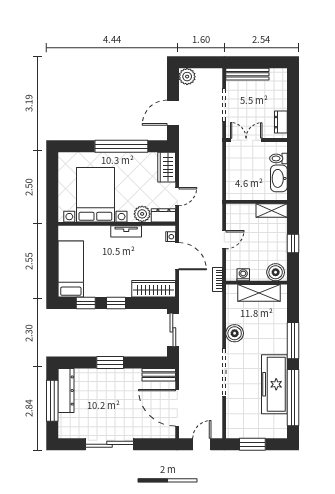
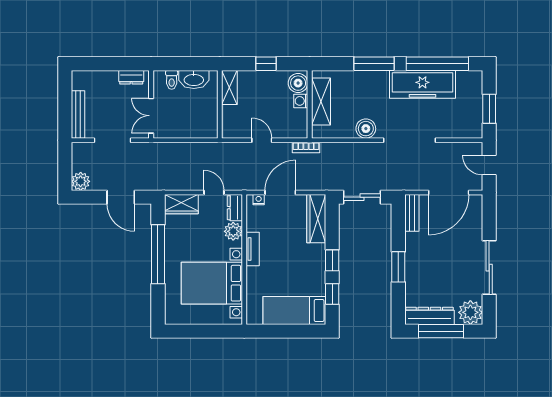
washing machine: (243, 275) -> (301, 101), moved
plant: (69, 427) -> (470, 312), added

